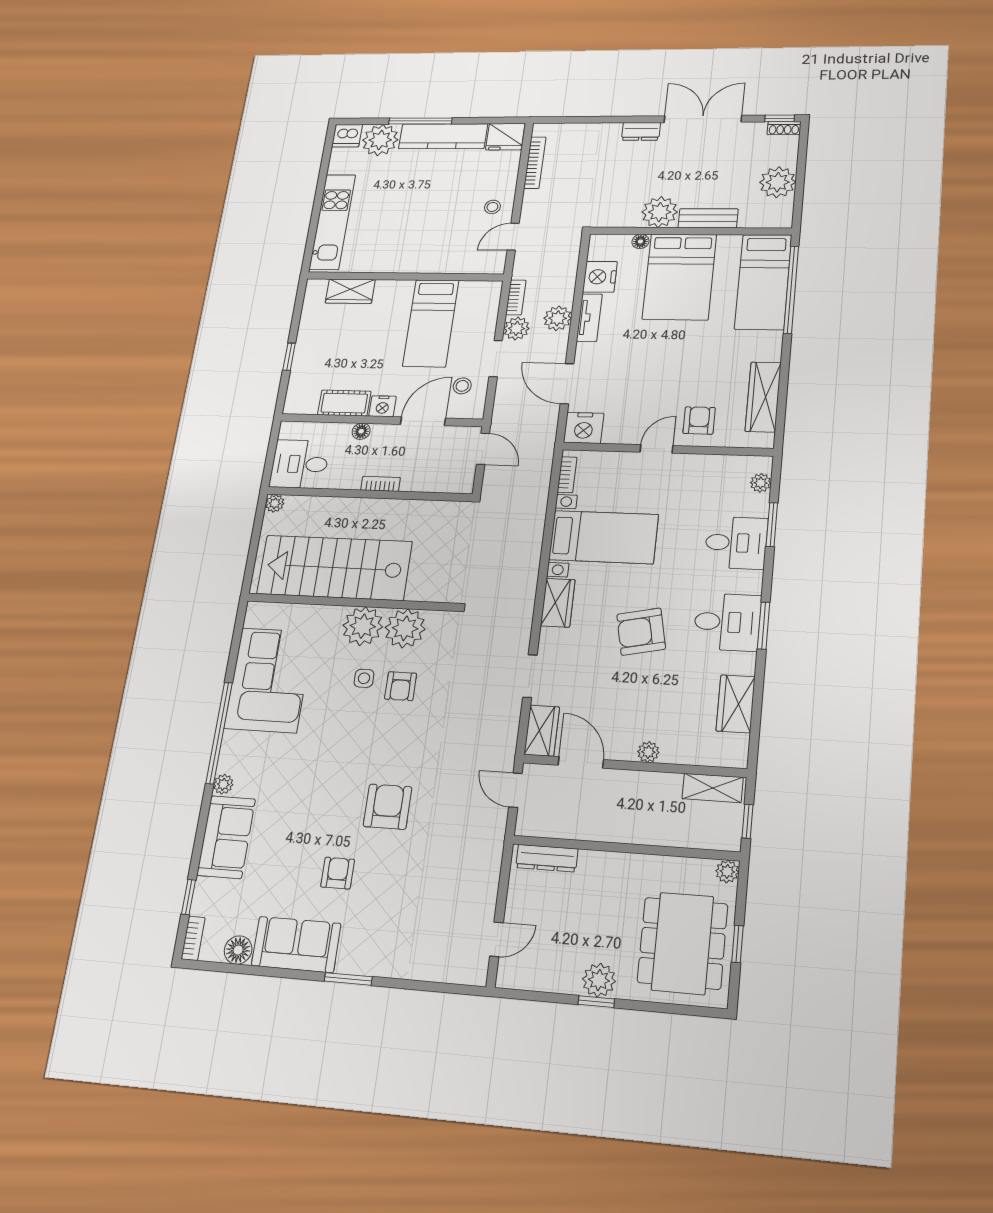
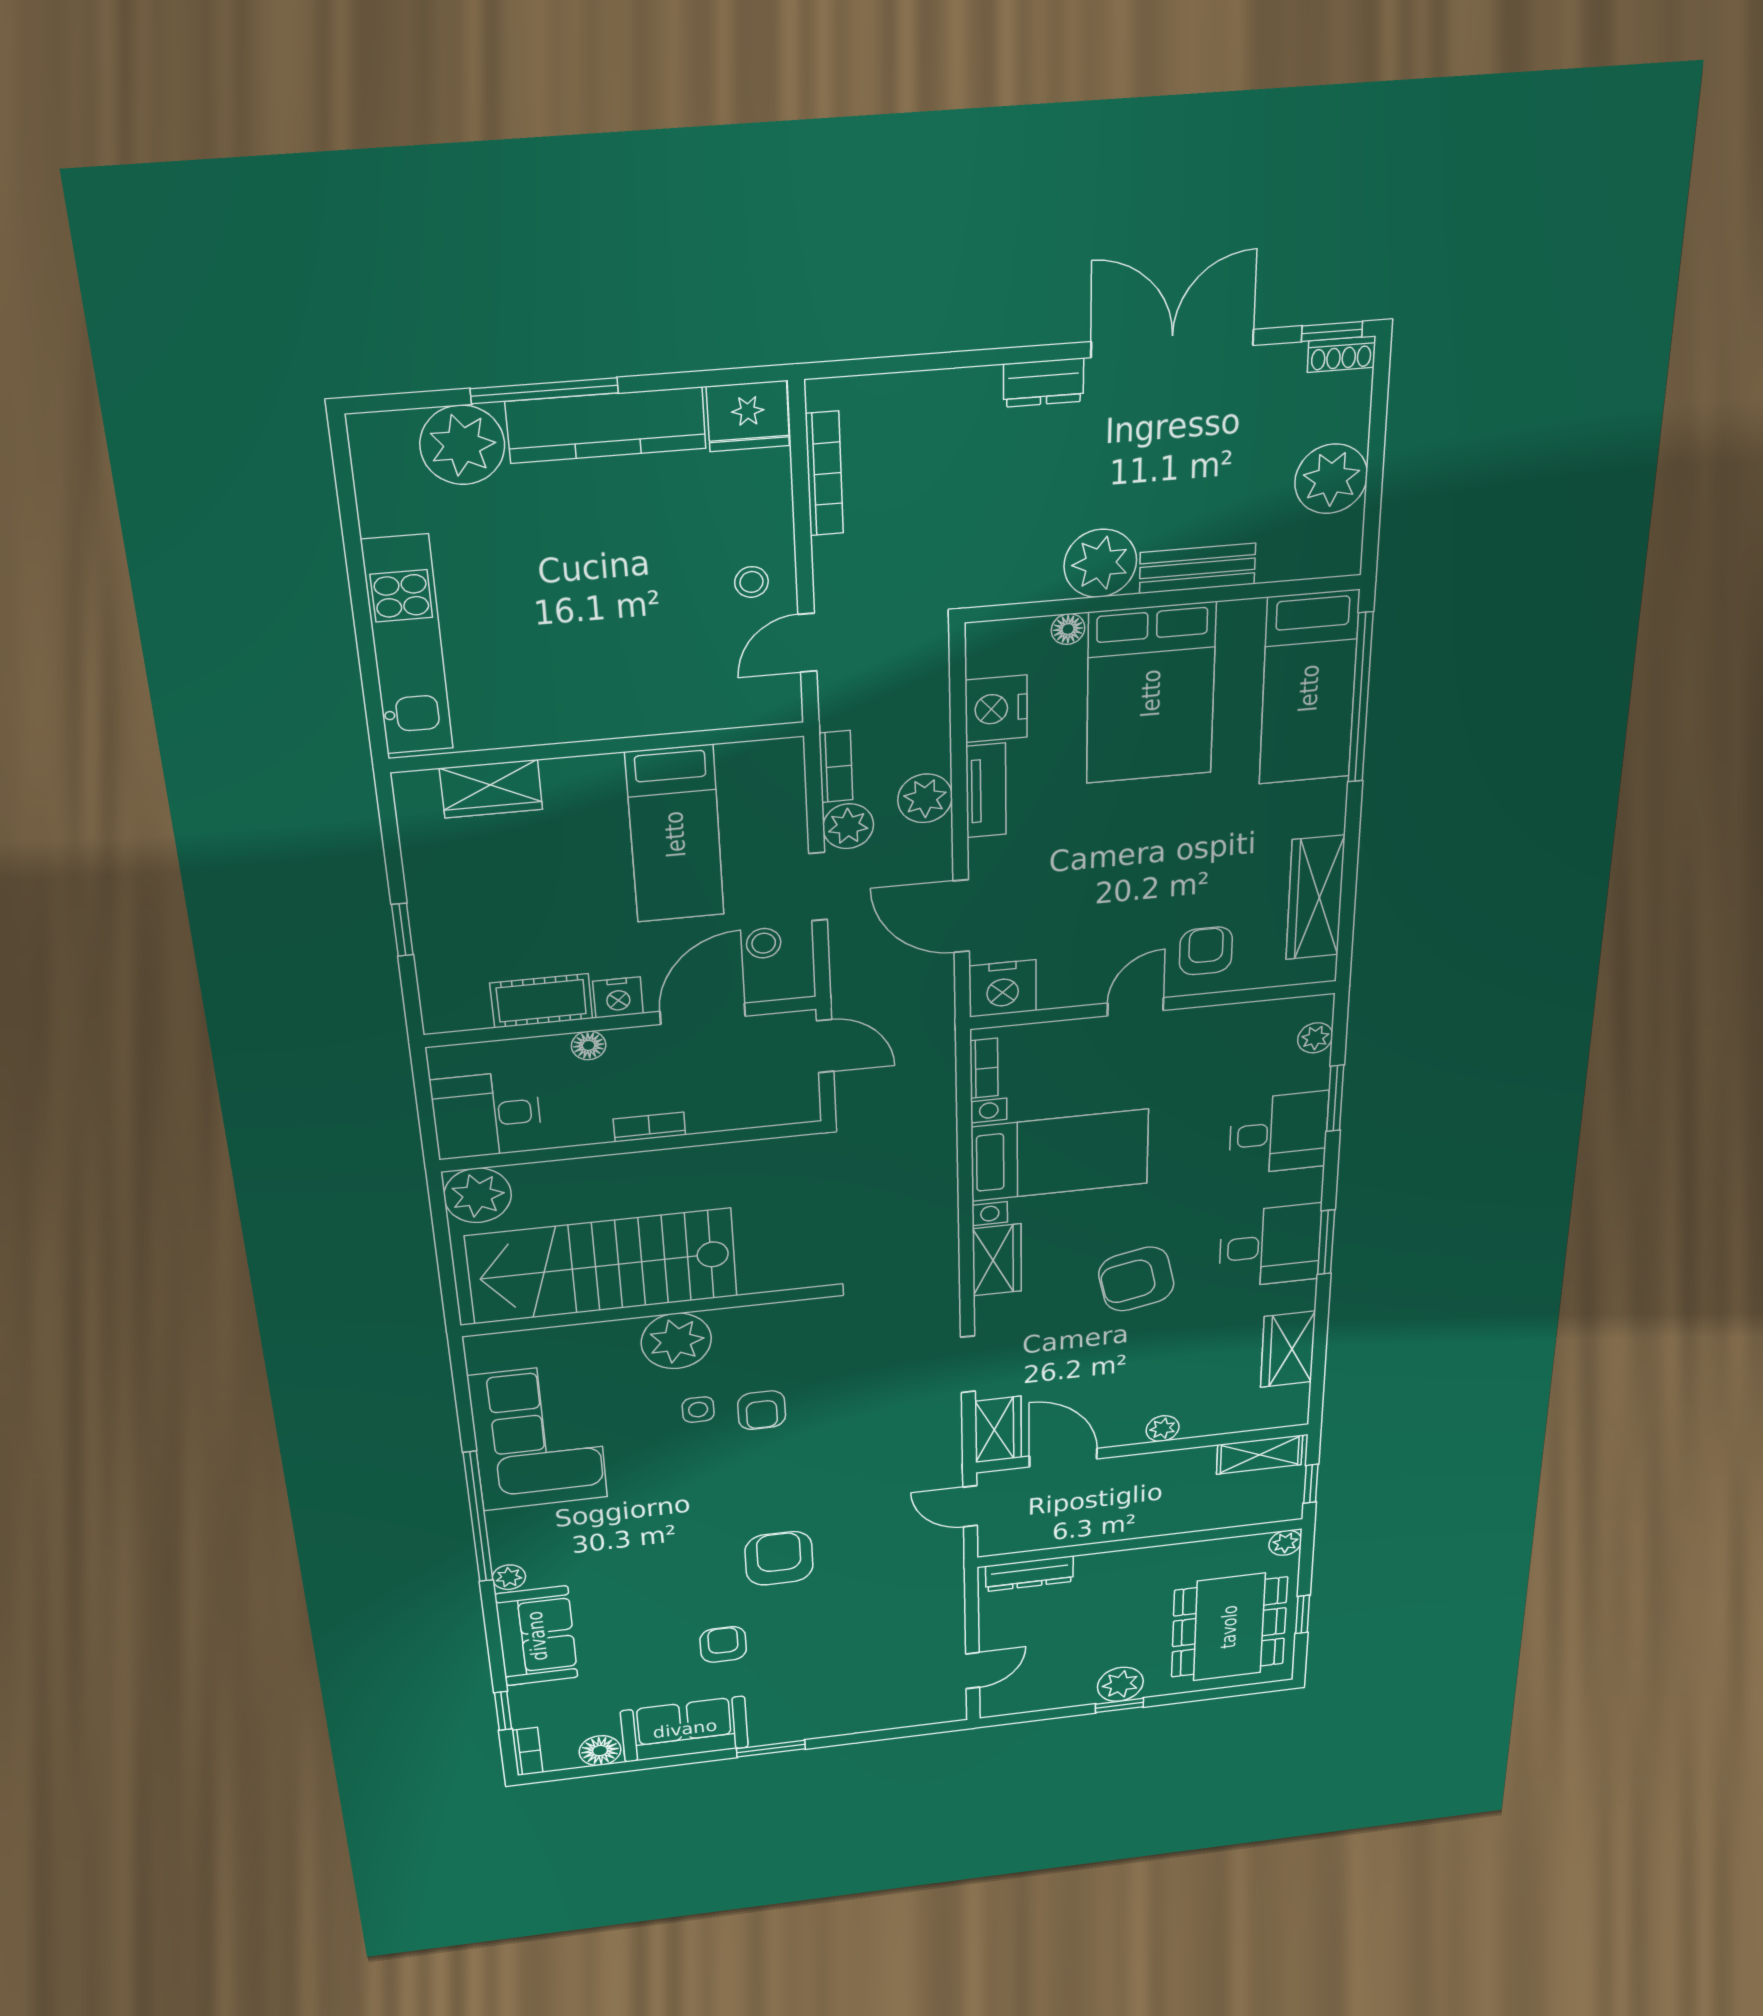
dishwasher: (347, 136) -> (380, 440), removed
plant: (275, 503) -> (478, 1195), width x1.87, depth x1.87
plant: (405, 628) -> (749, 1333), removed

